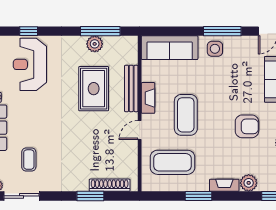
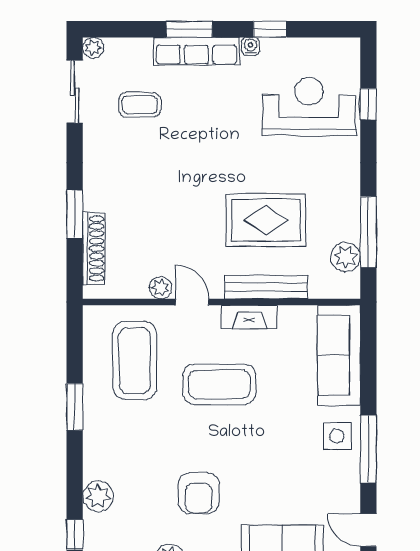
plant: (95, 44) -> (346, 257), moved
plant: (132, 148) -> (161, 288), added
fireplace: (224, 185) -> (94, 453), removed

